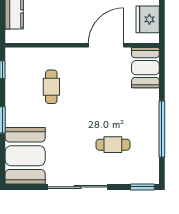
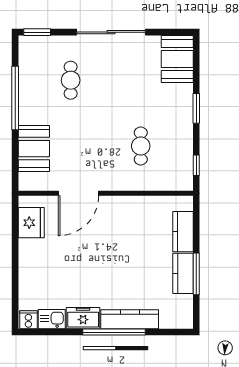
booth: (145, 68) -> (34, 149), moved
cafe table: (113, 145) -> (71, 80), turned 90
booth: (25, 156) -> (177, 59), width x0.73, depth x0.70

